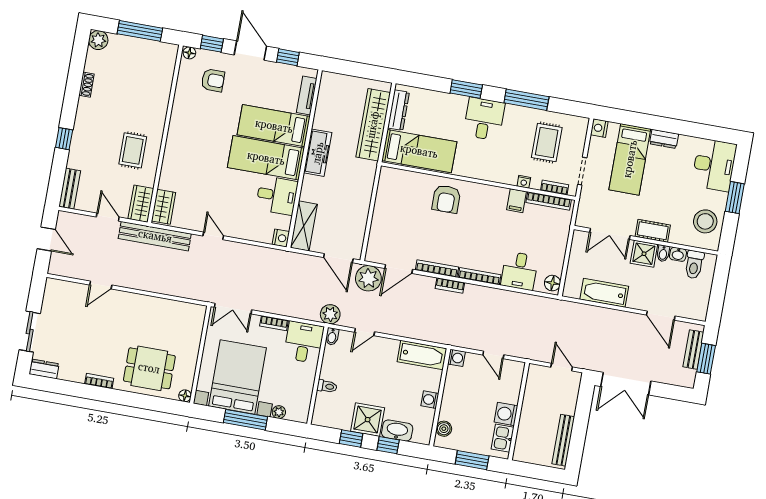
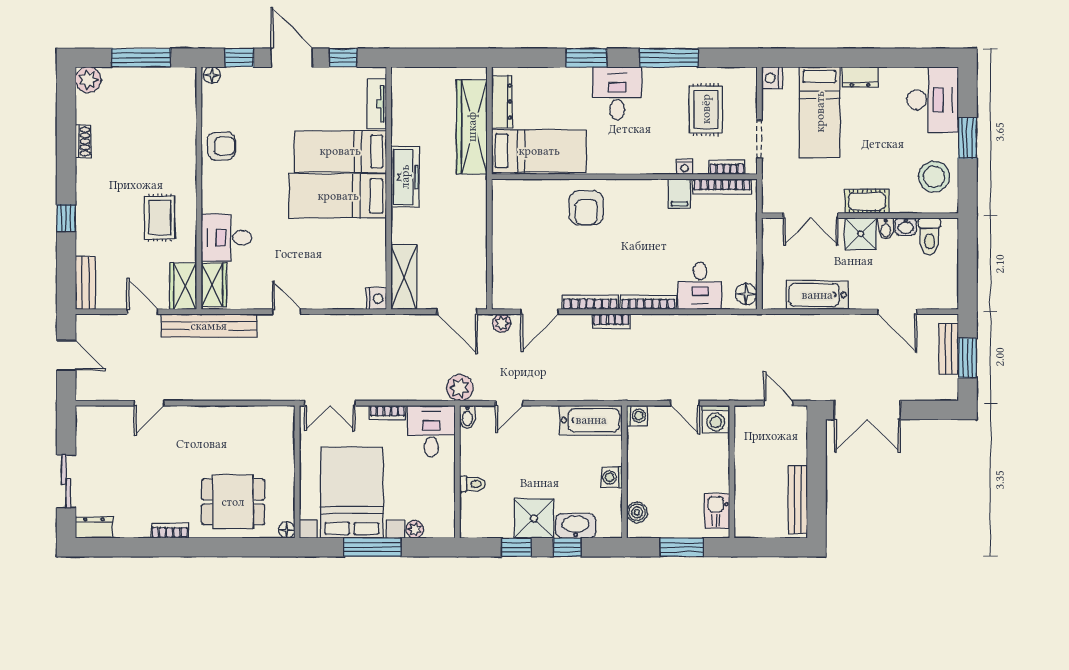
armchair: (213, 80) -> (221, 146), moved
desk: (277, 195) -> (226, 238), moved, turned 180
plant: (368, 278) -> (502, 323), width x0.53, depth x0.53
washing machine: (506, 414) -> (716, 419), moved, turned -90

